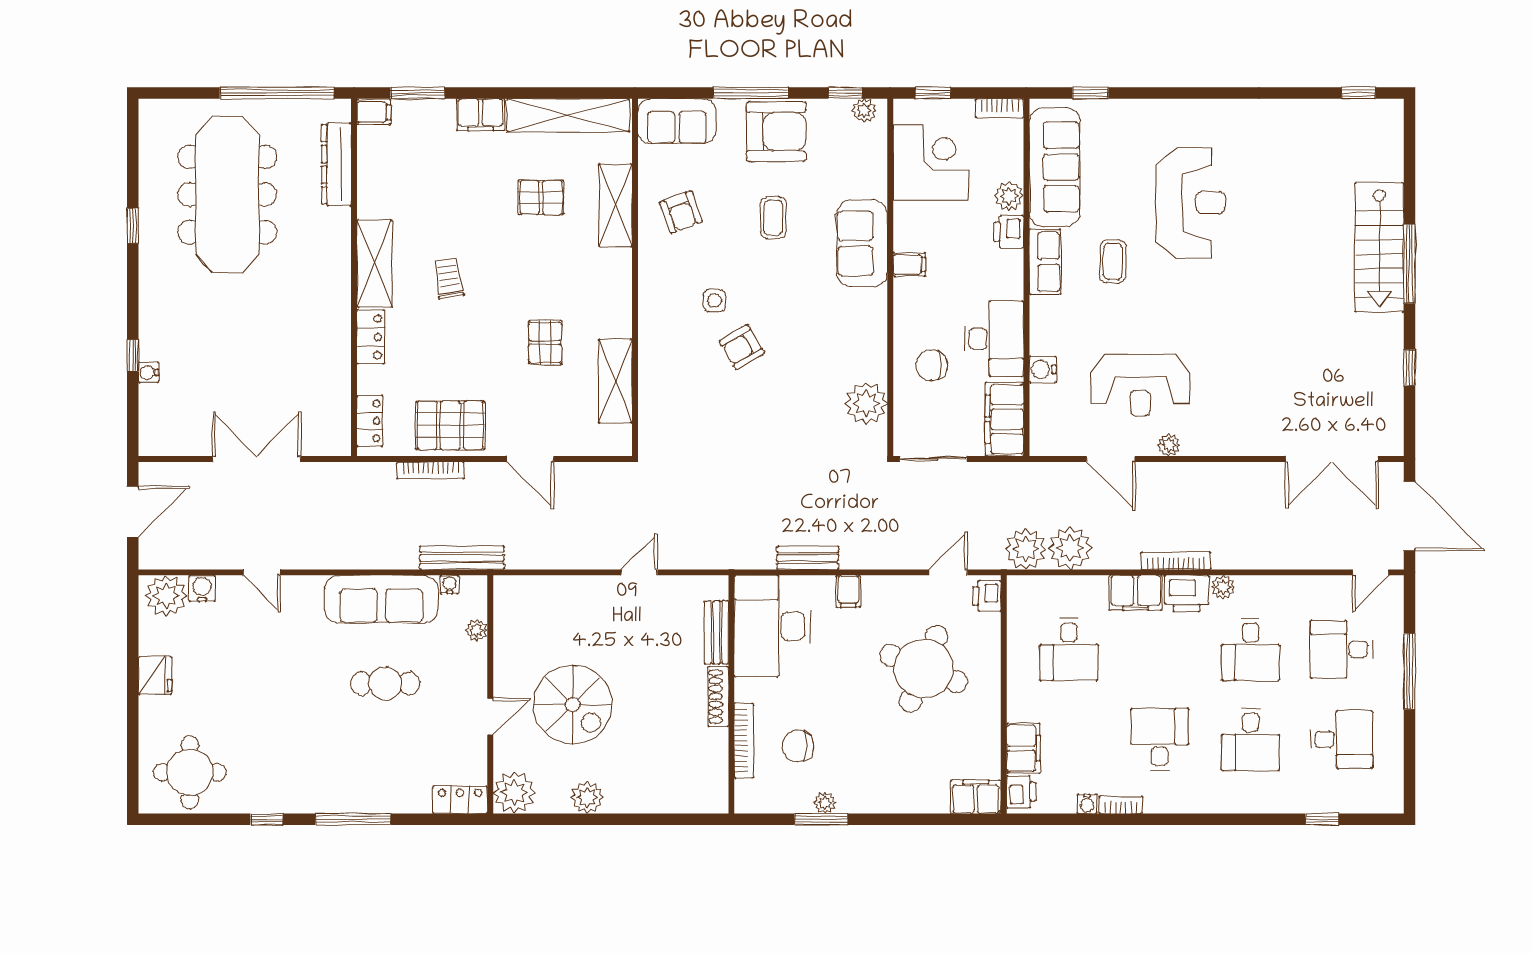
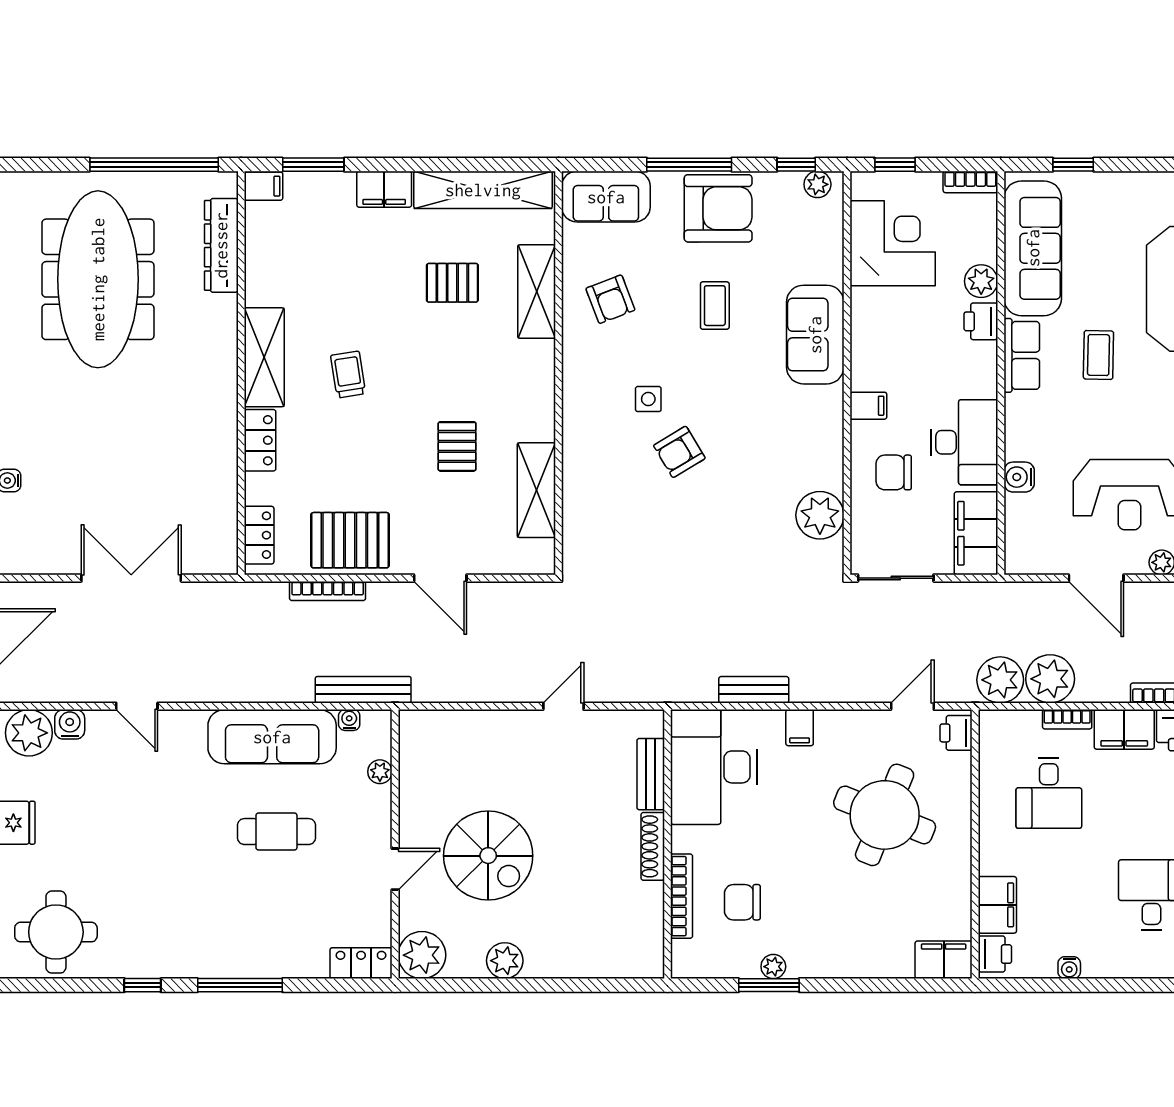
filing cabinet: (909, 264) -> (868, 406), moved
bookcase: (1121, 805) -> (1067, 719), moved, turned 180

